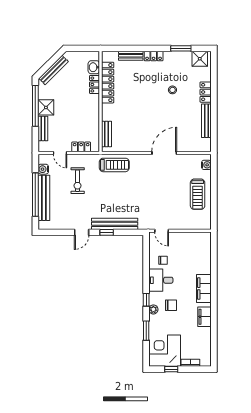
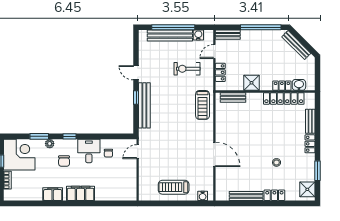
shower: (46, 107) -> (251, 83), moved
bench: (43, 128) -> (228, 35), moved
plant: (153, 309) -> (50, 144), moved

